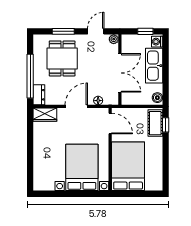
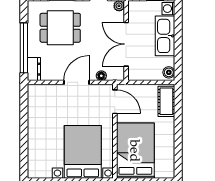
dining table: (62, 58) -> (60, 28), turned 90
double door: (120, 73) -> (126, 44), swing flipped
wardrobe: (45, 115) -> (41, 92), removed
window: (166, 125) -> (178, 103), removed

